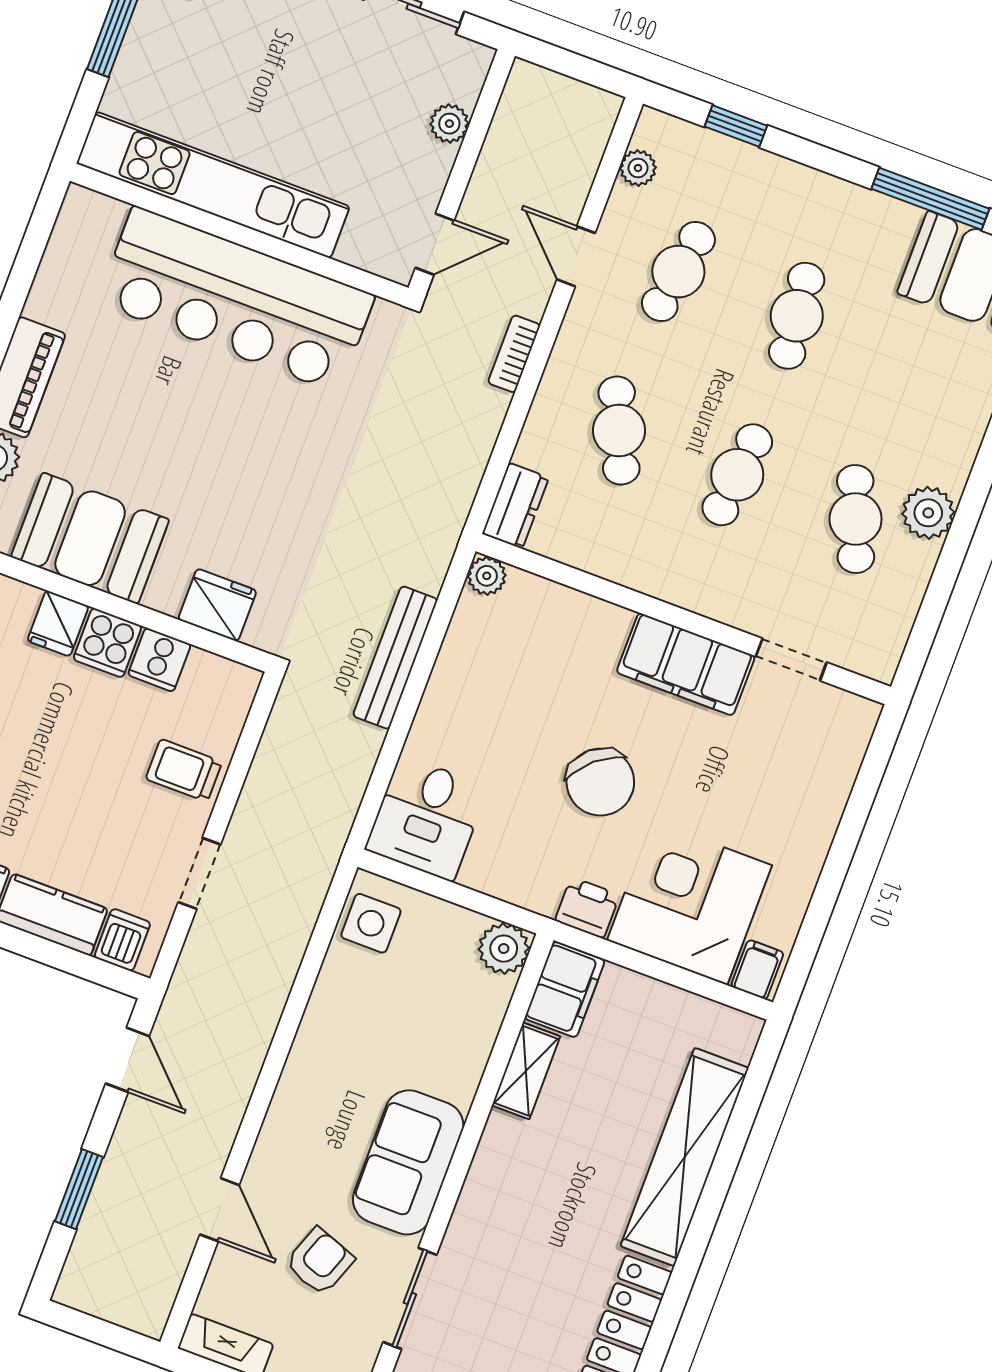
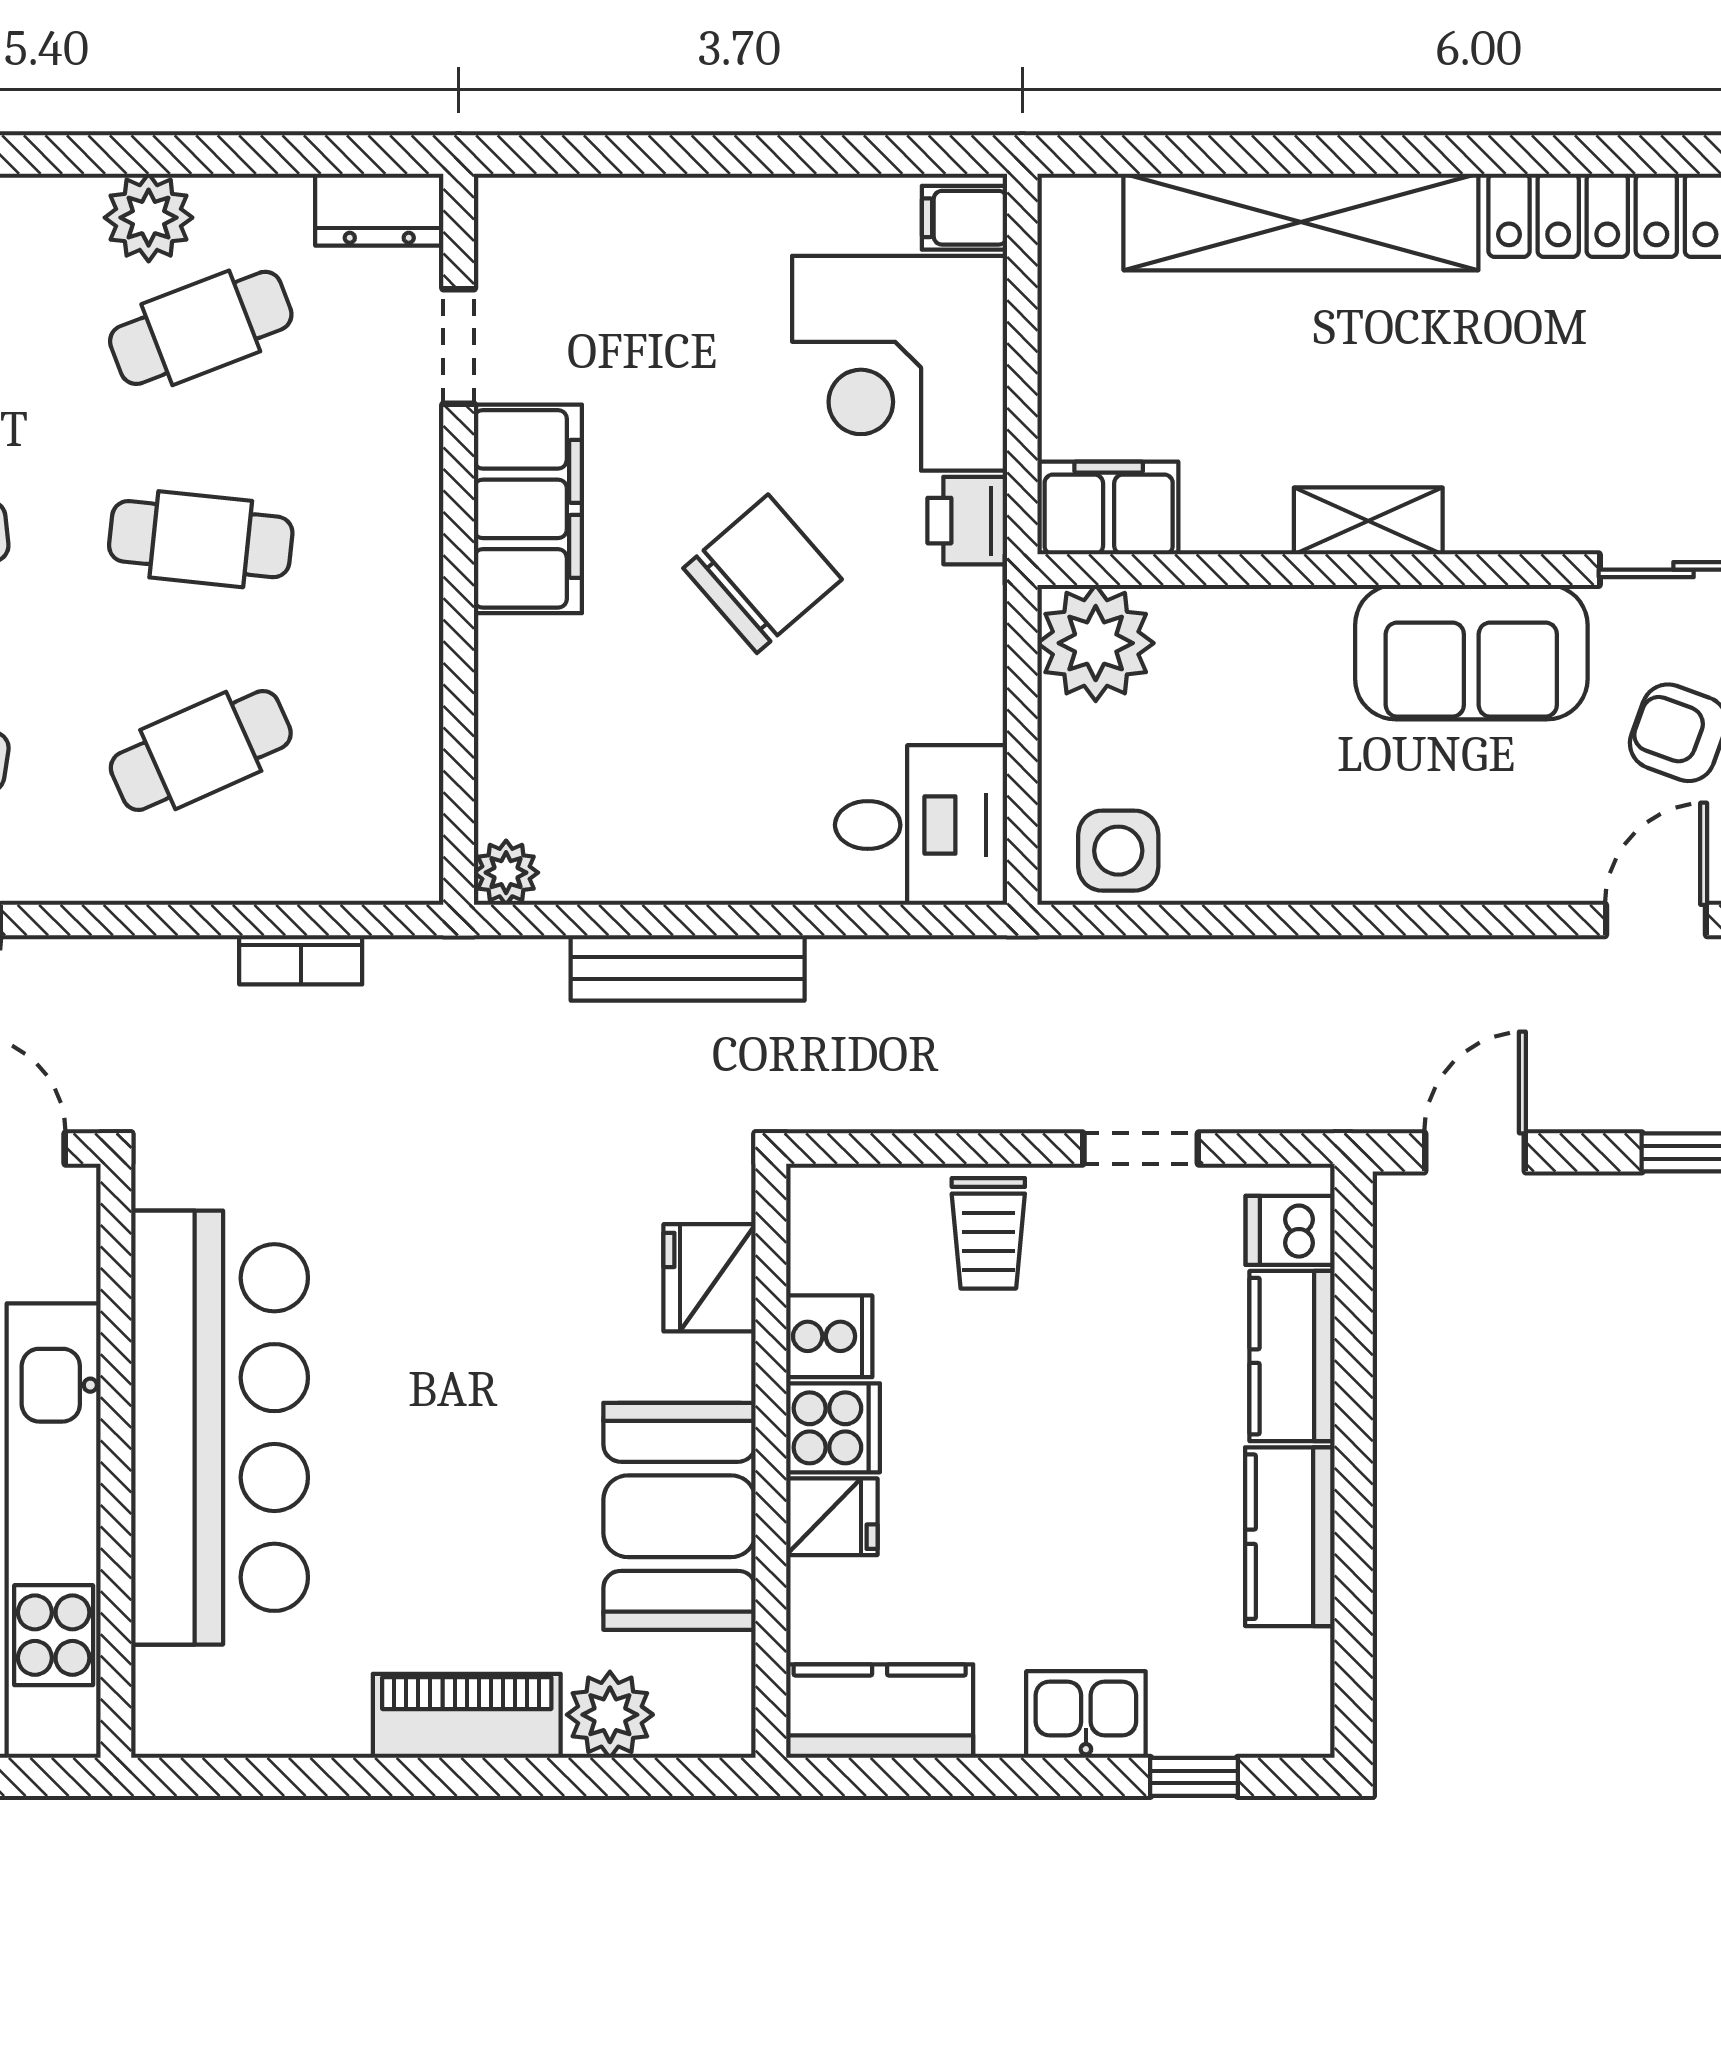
bookcase: (514, 354) -> (301, 960), moved
dresser: (515, 506) -> (379, 210), moved, turned 180
plant: (504, 949) -> (1096, 643), width x1.36, depth x1.36
shelving: (526, 1071) -> (1368, 521), moved

